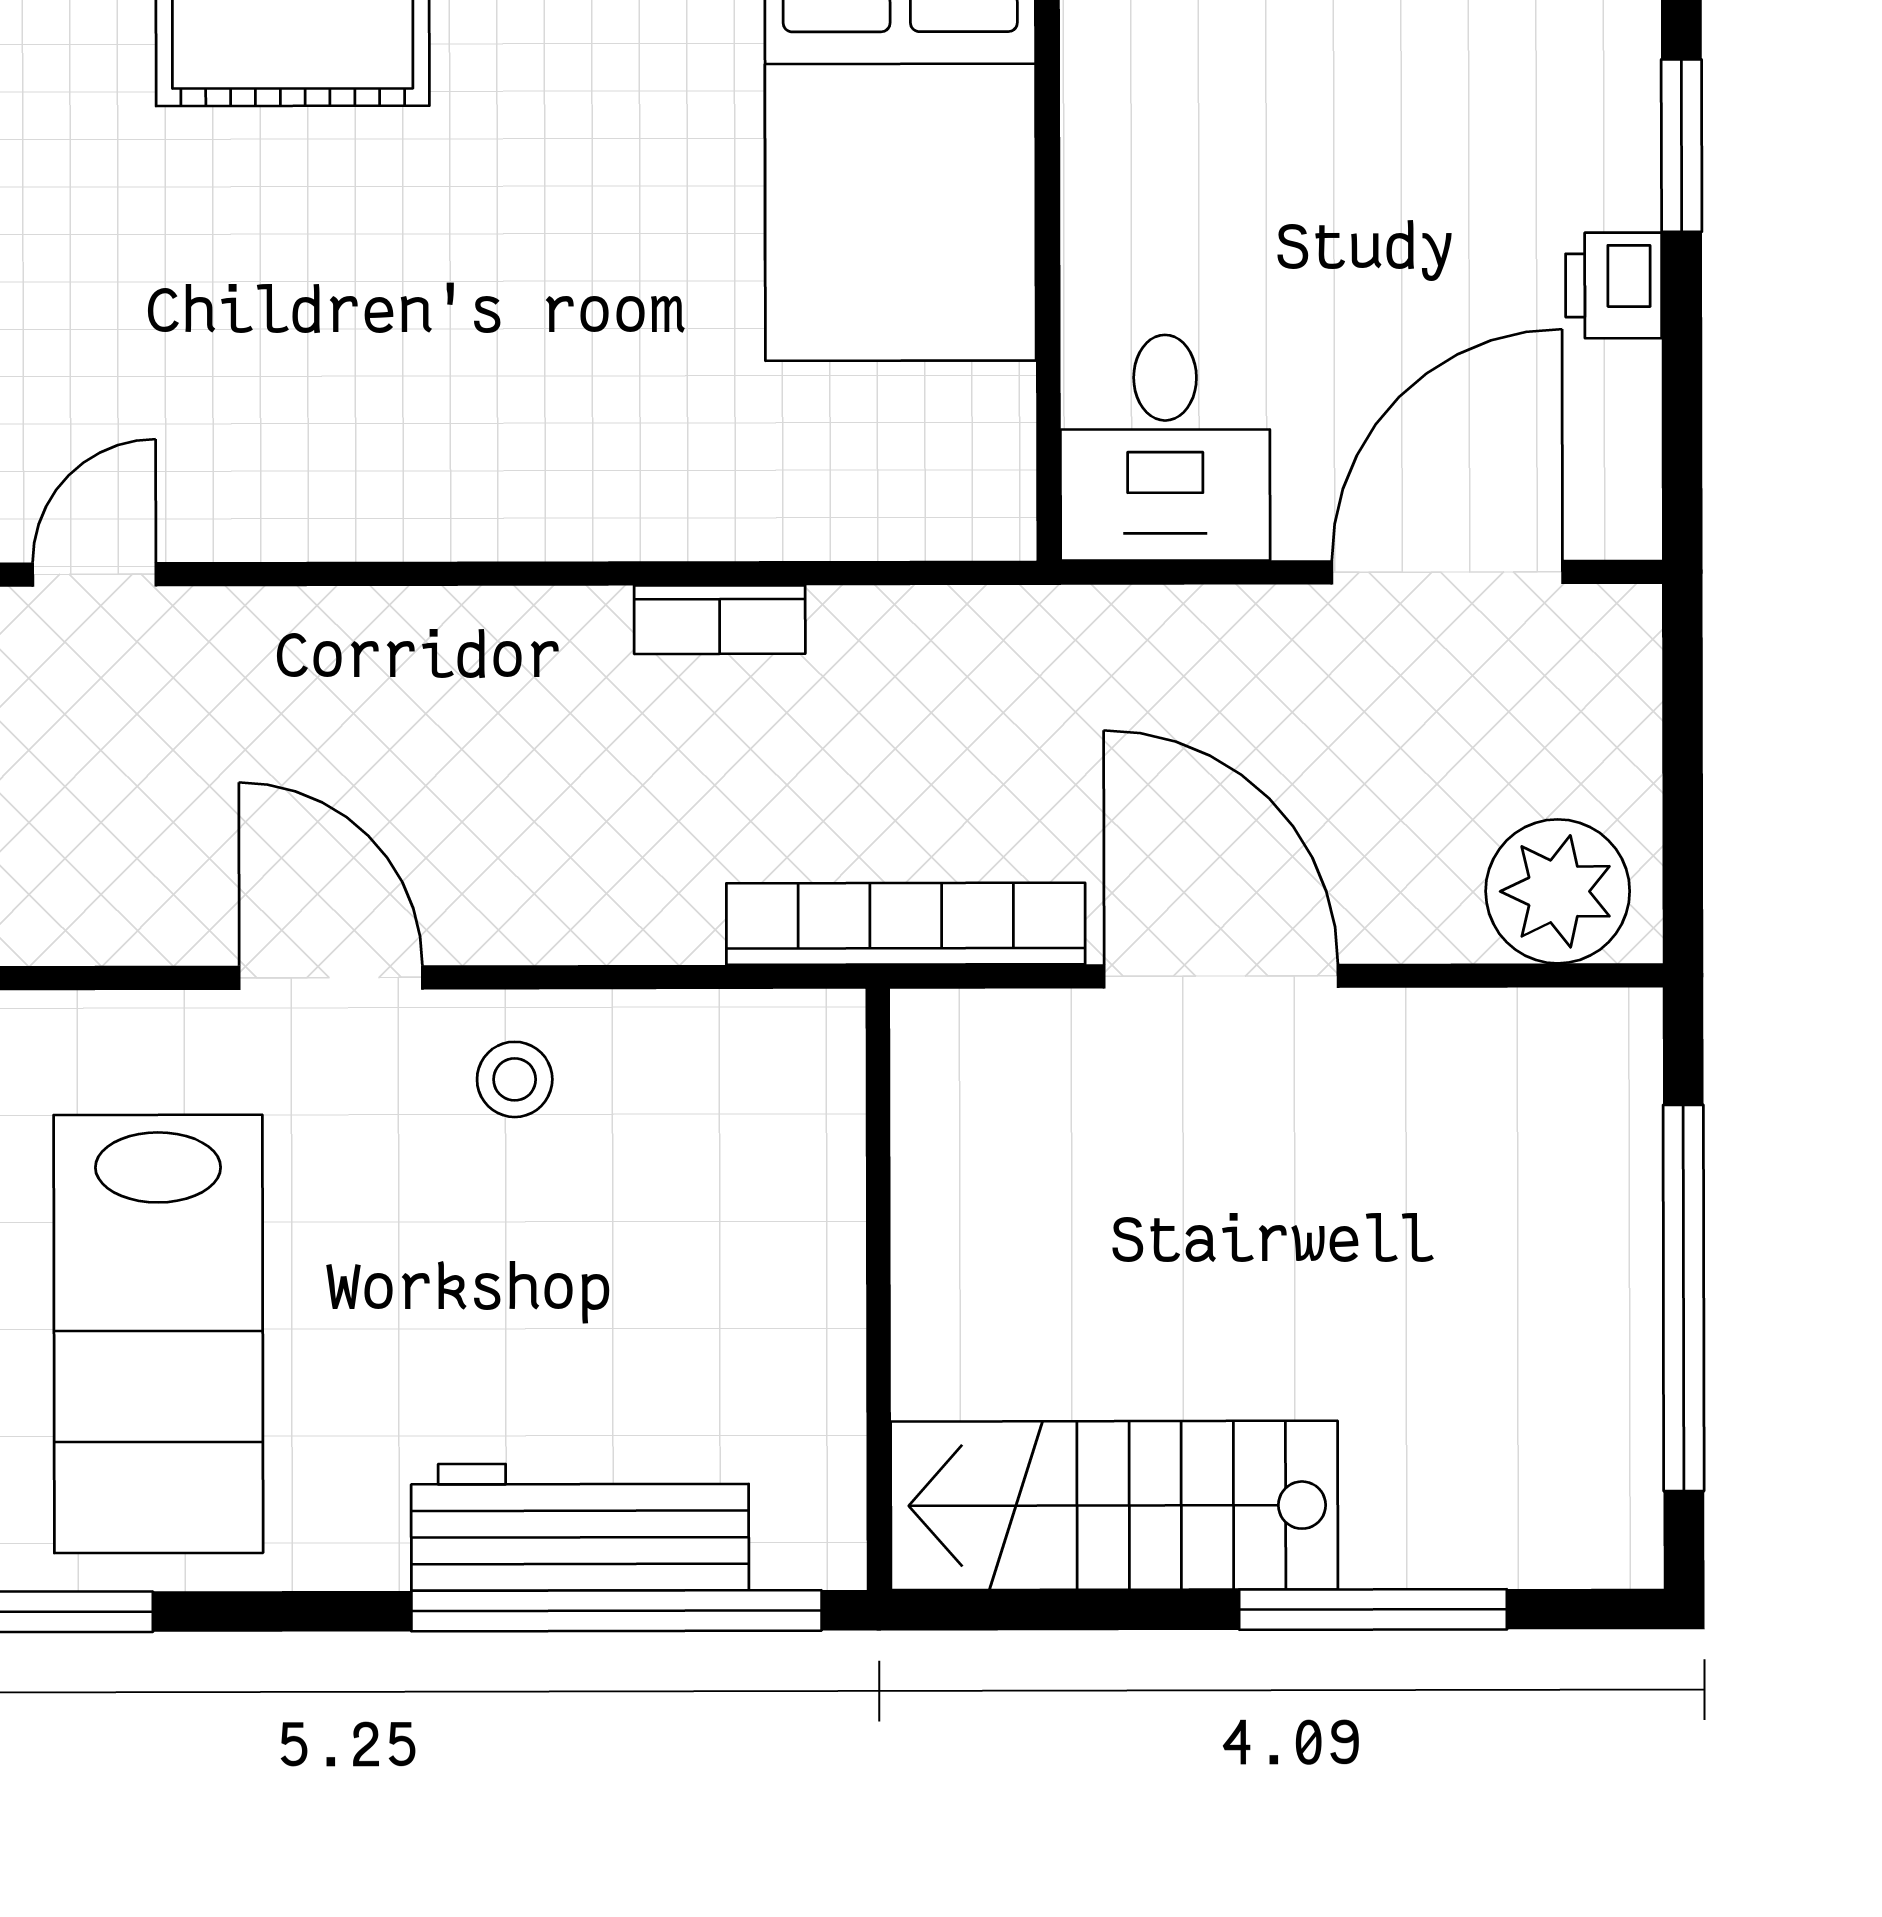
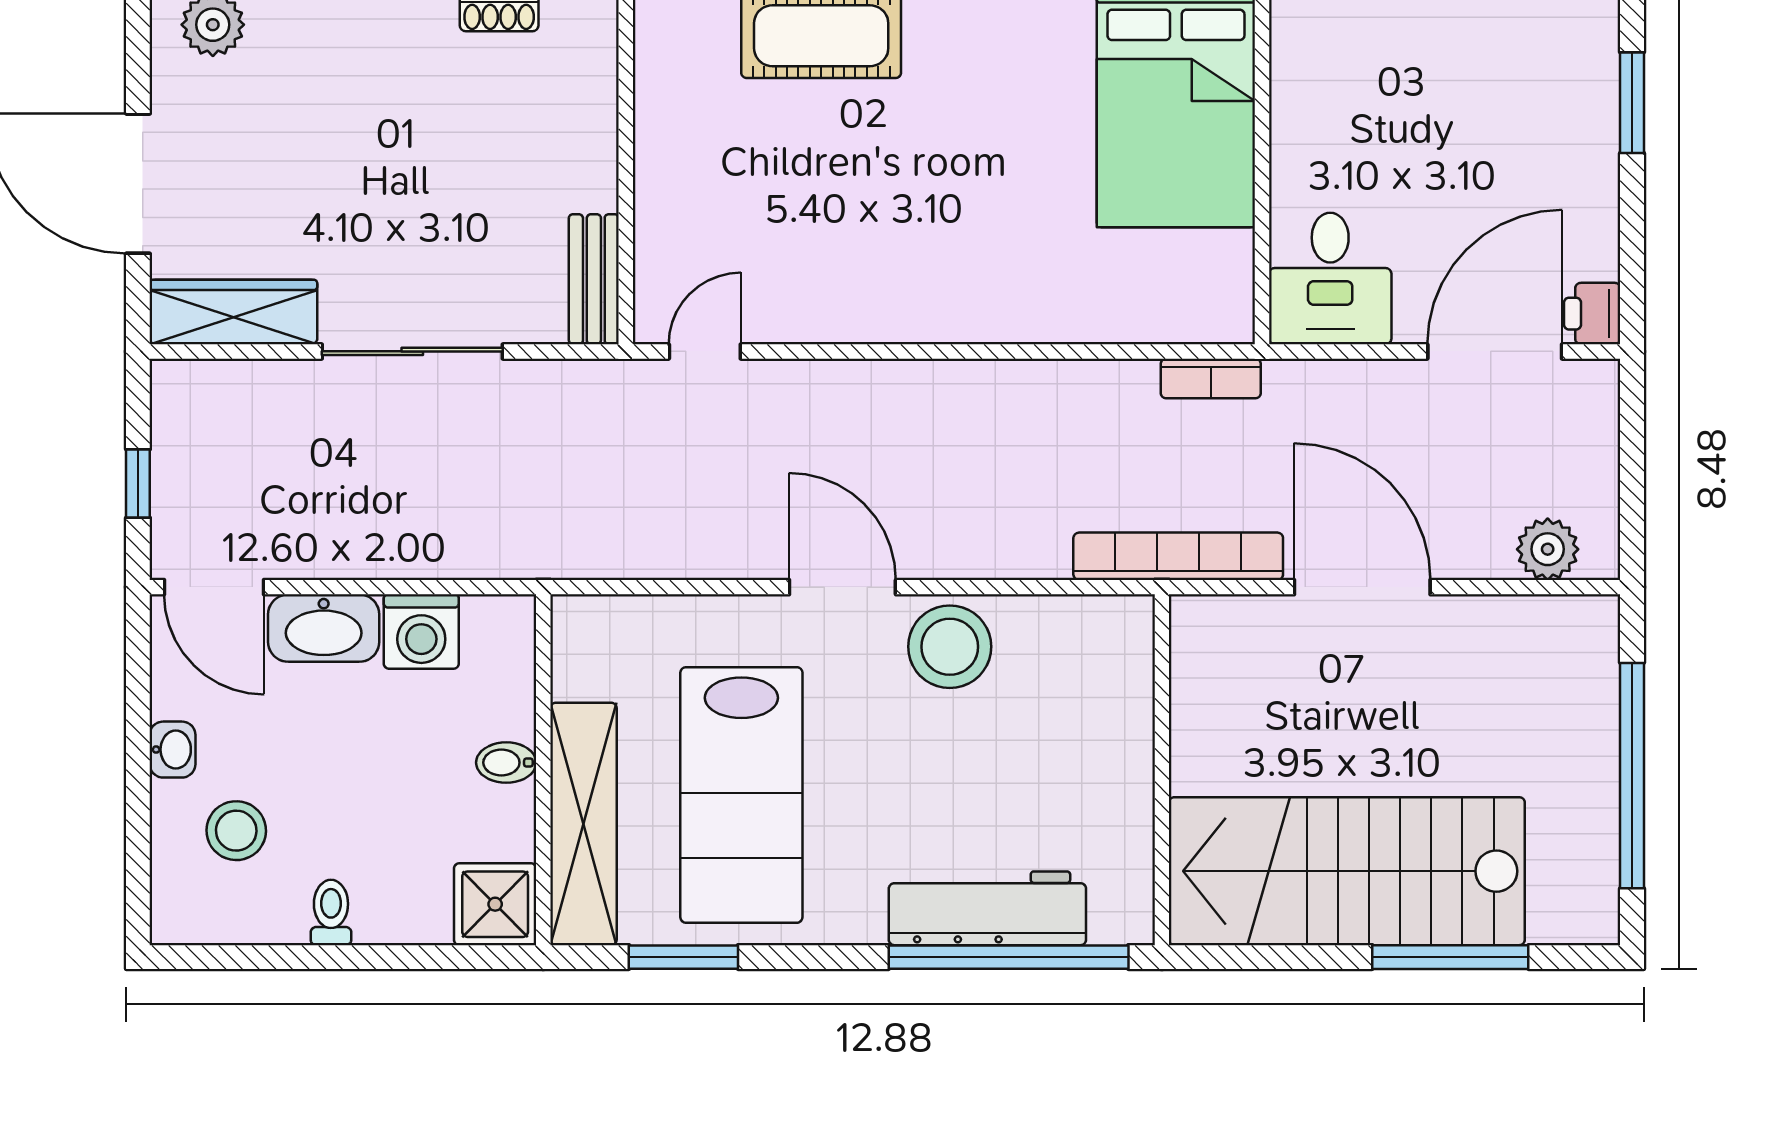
printer: (1614, 285) -> (1592, 314), moved
bookcase: (720, 620) -> (1211, 379), moved
plant: (1558, 891) -> (1548, 549), width x0.73, depth x0.73
stool: (515, 1079) -> (950, 647), width x1.89, depth x1.89
stairs: (1114, 1505) -> (1347, 871), width x1.36, depth x1.51

